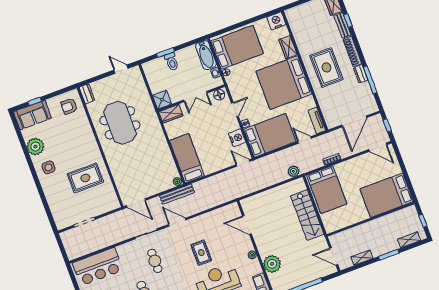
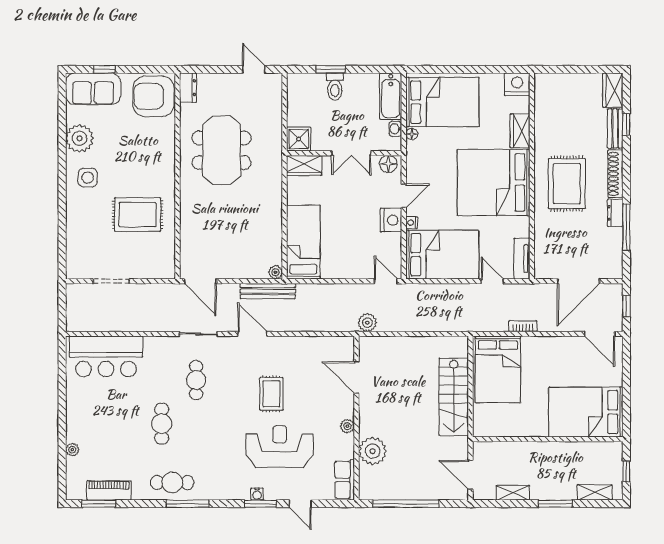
armchair: (69, 106) -> (153, 96), width x1.88, depth x1.88
nightstand: (237, 138) -> (391, 220), moved
plant: (293, 171) -> (367, 323), moved

